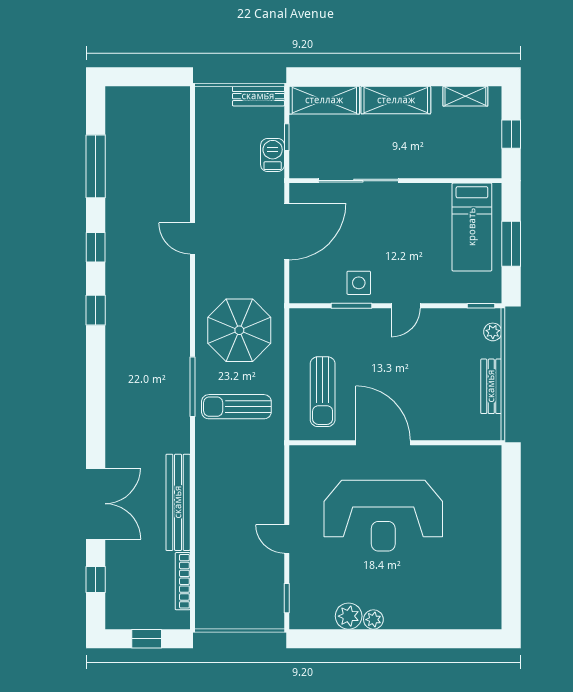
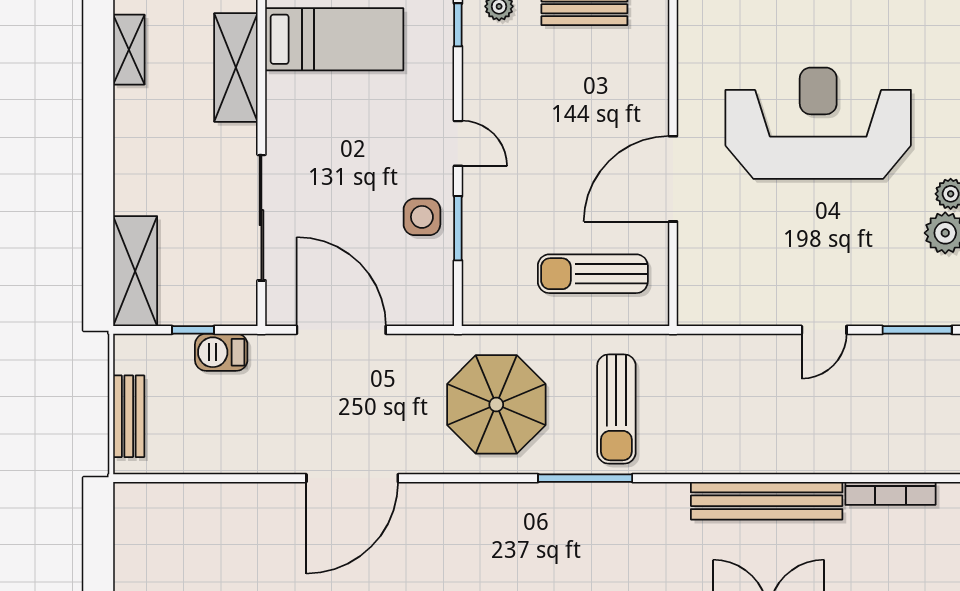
bench: (258, 96) -> (129, 416), moved
shelving: (396, 100) -> (236, 68), moved
door: (192, 238) -> (352, 478), width x1.87
sun lounger: (323, 392) -> (593, 274), turned 180
reception desk: (383, 516) -> (818, 123), moved, turned -90
window: (287, 598) -> (917, 330), width x1.50

